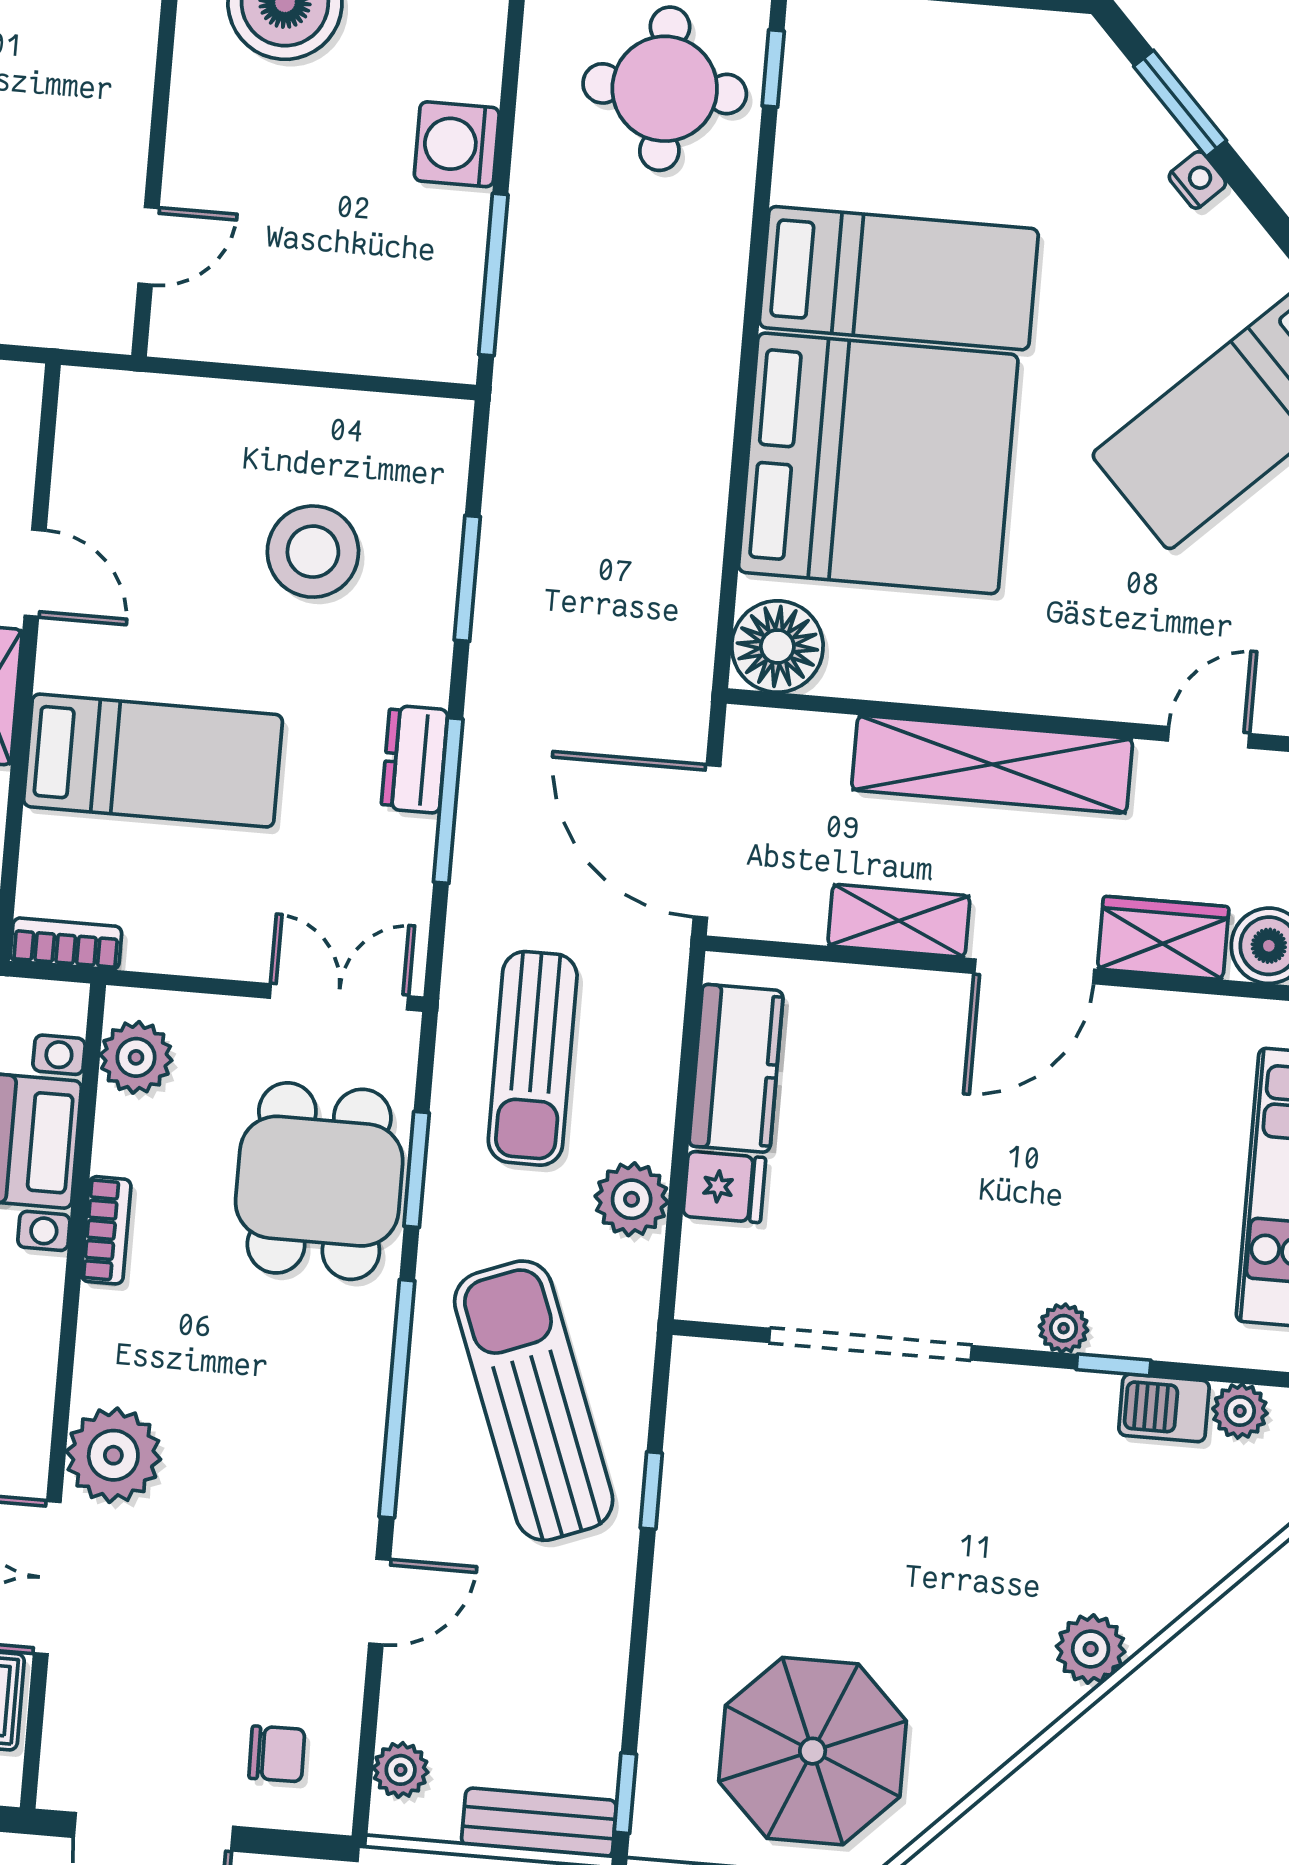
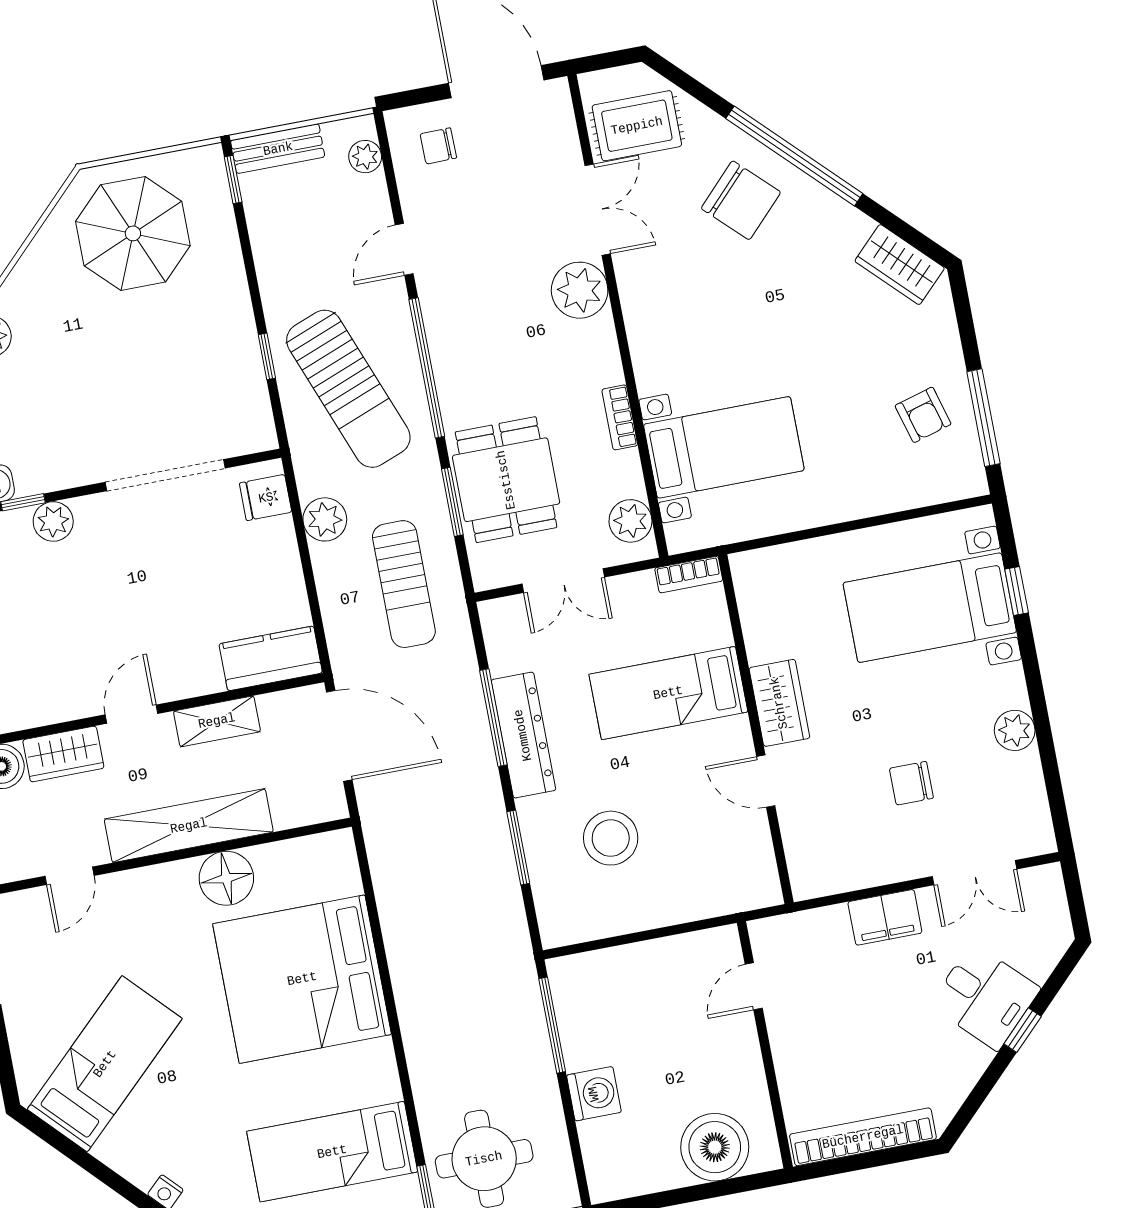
bed: (899, 278) -> (332, 1152), moved
floor lamp: (777, 646) -> (226, 878), moved
dresser: (415, 759) -> (523, 735), width x1.96, depth x1.24
door: (1034, 971) -> (131, 714), width x0.73
double door: (339, 997) -> (563, 581), moved
sun lounger: (533, 1058) -> (404, 584), turned 180
kitchen counter: (736, 1068) -> (271, 658), moved, turned 90
fridge: (724, 1187) -> (266, 498), moved
plant: (1064, 1328) -> (53, 521), width x1.38, depth x1.38

